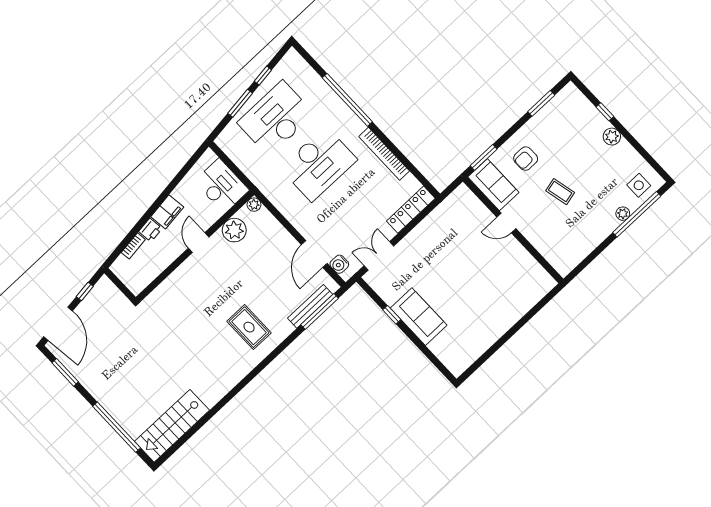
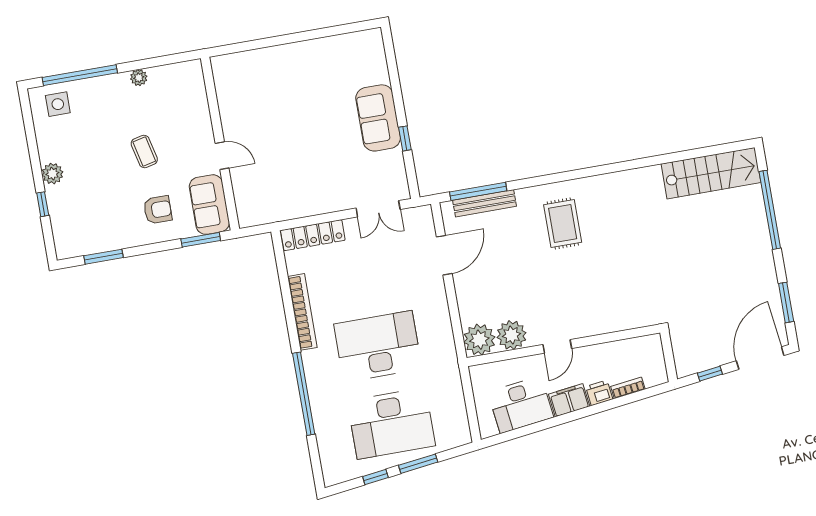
desk: (222, 186) -> (521, 405), moved, turned -97
plant: (254, 205) -> (479, 340), width x1.88, depth x1.88
plant: (623, 214) -> (139, 78), moved
water cooler: (339, 264) -> (425, 227), removed

